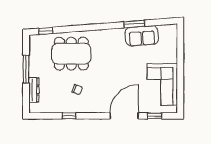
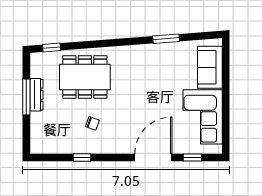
sofa: (142, 36) -> (210, 67), moved, turned 94
dresser: (34, 90) -> (36, 95), moved

